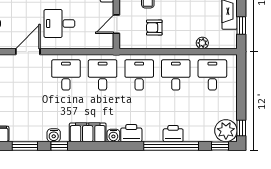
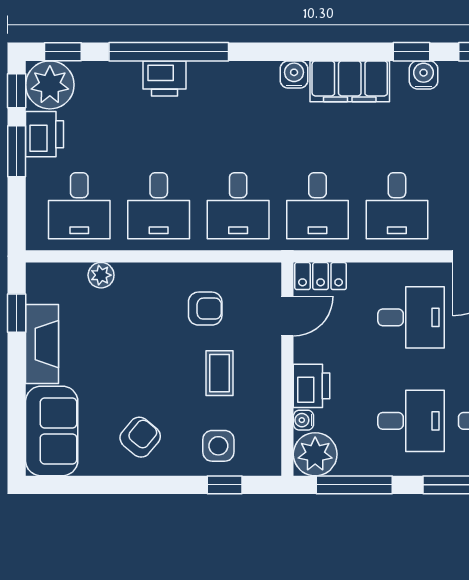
locker: (101, 43) -> (321, 276), added
window: (241, 100) -> (17, 151), added
printer: (131, 133) -> (45, 134), moved, turned -90

